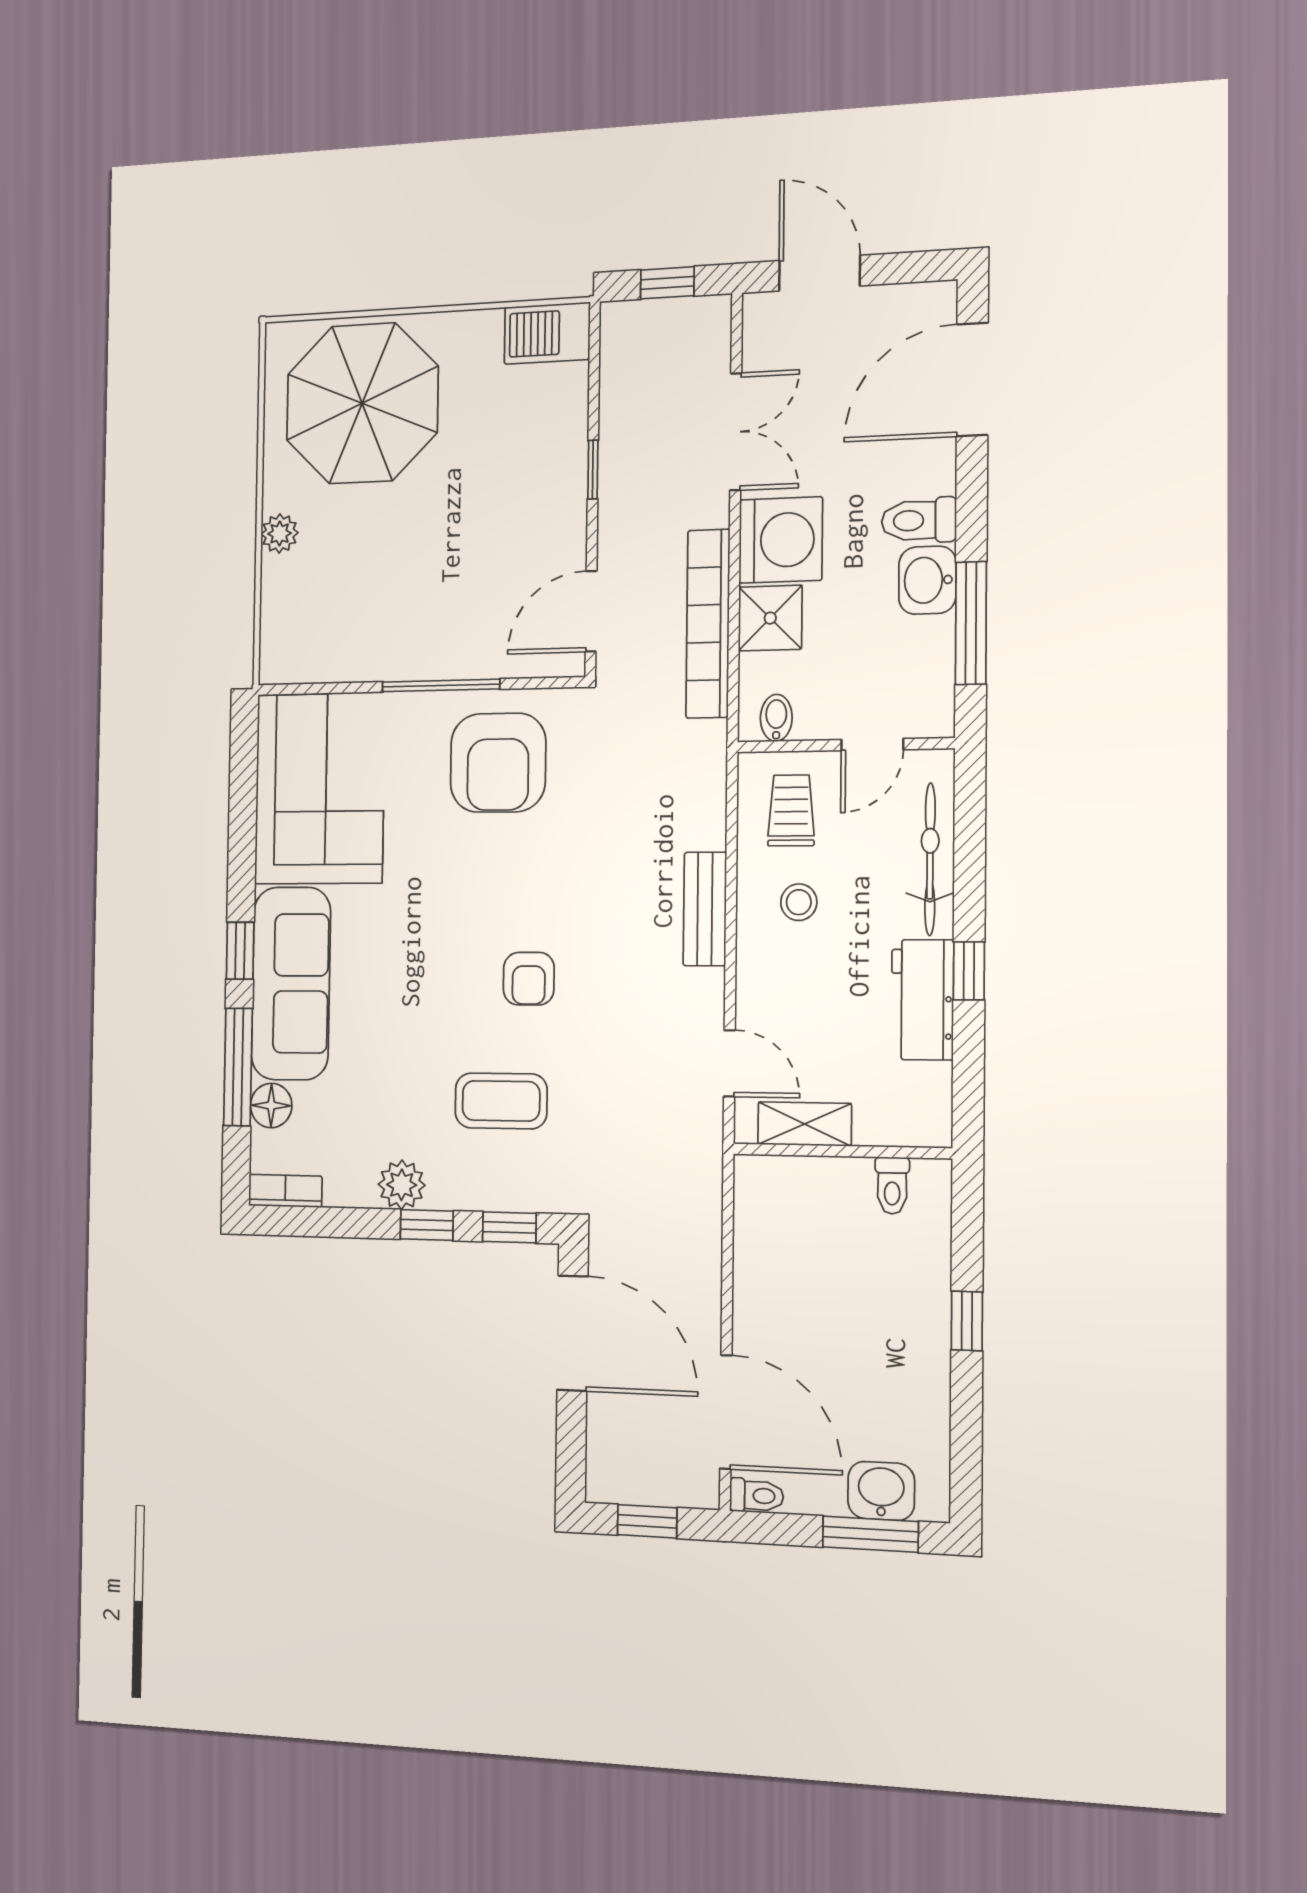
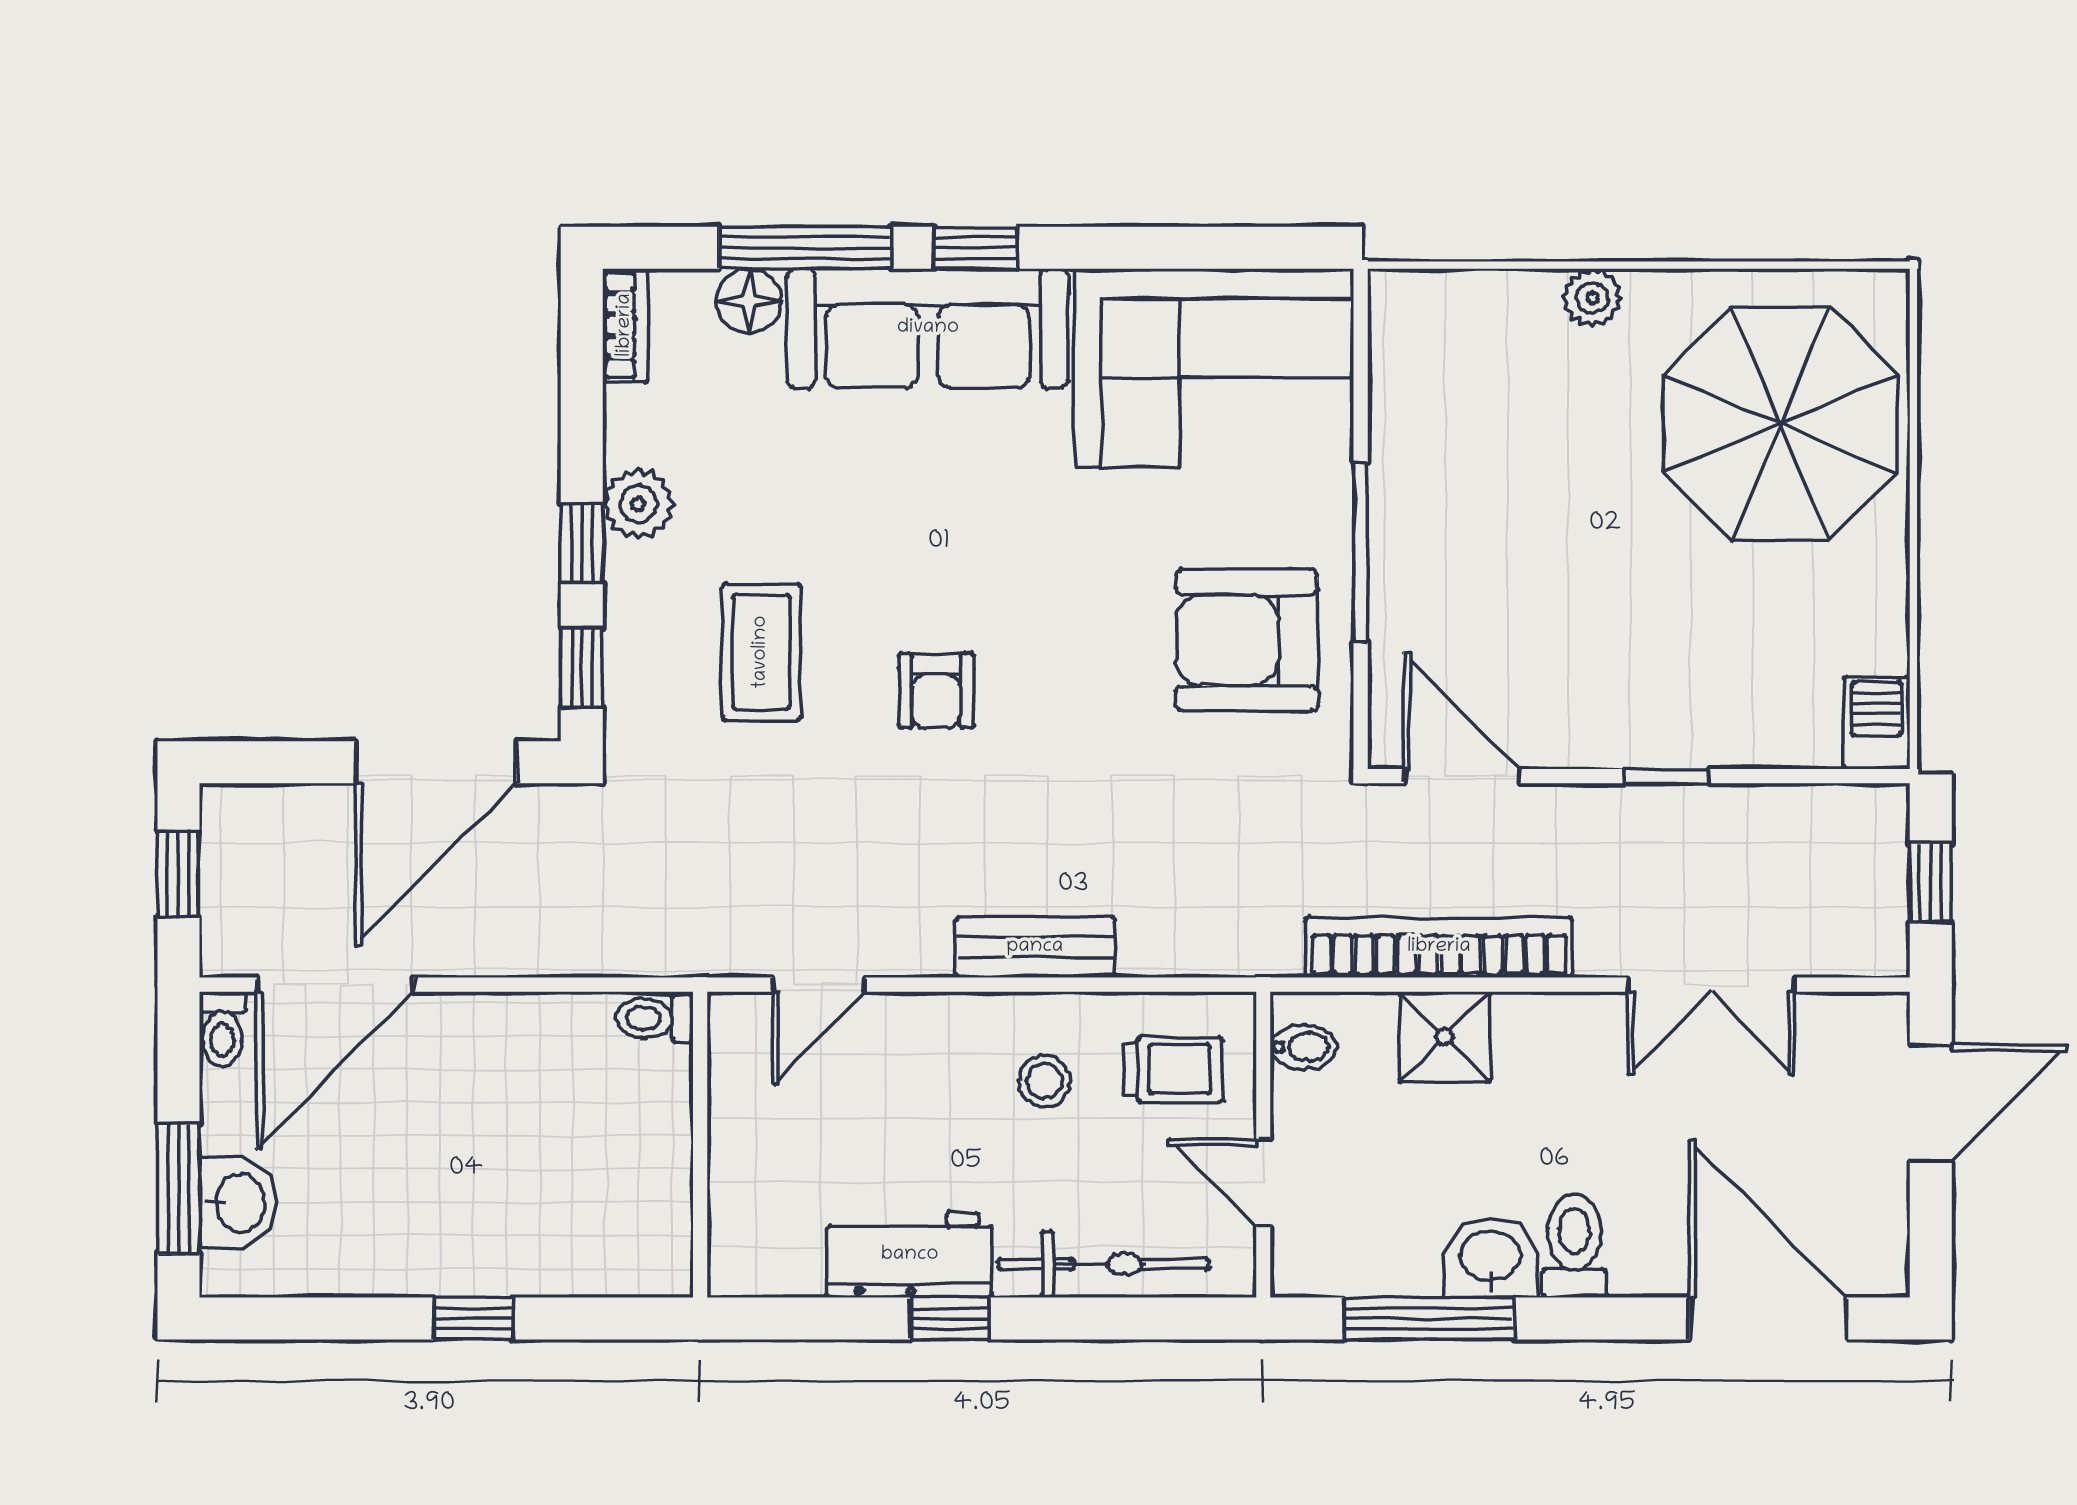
barbecue: (547, 333) -> (1877, 723), width x0.73, depth x0.79
washing machine: (781, 540) -> (1554, 1051), removed
armchair: (529, 979) -> (936, 691), turned -90
shelving: (805, 1124) -> (737, 1092), removed
toilet: (892, 1186) -> (654, 1018), moved

